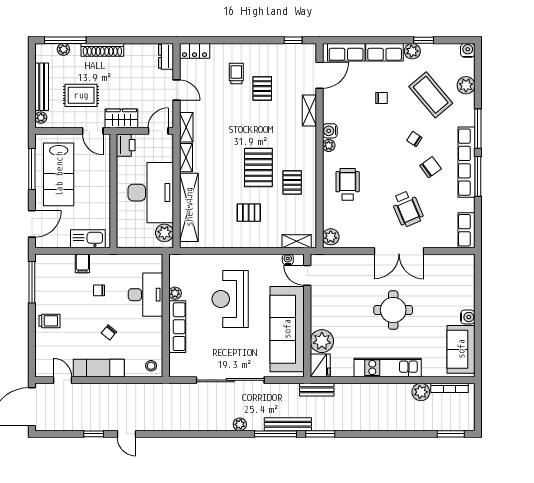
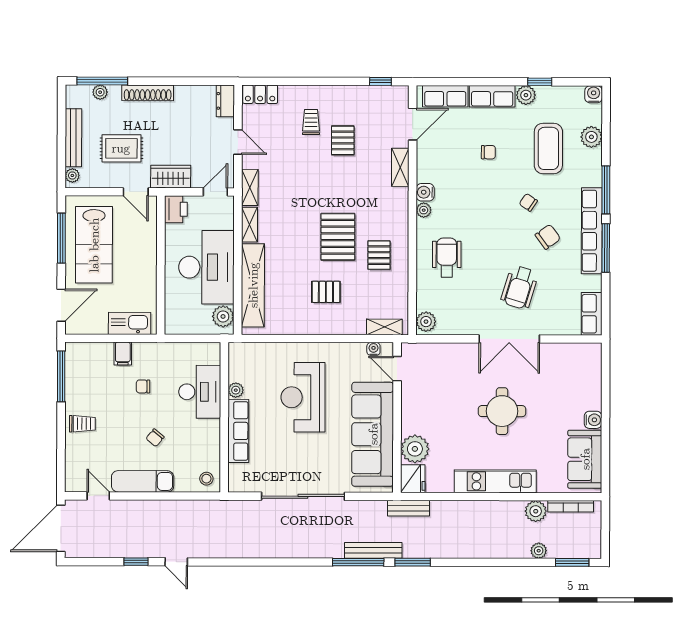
coffee table: (431, 95) -> (548, 148), turned 40
wheelchair: (407, 209) -> (520, 287), turned 40
plant: (240, 424) -> (539, 551), moved

